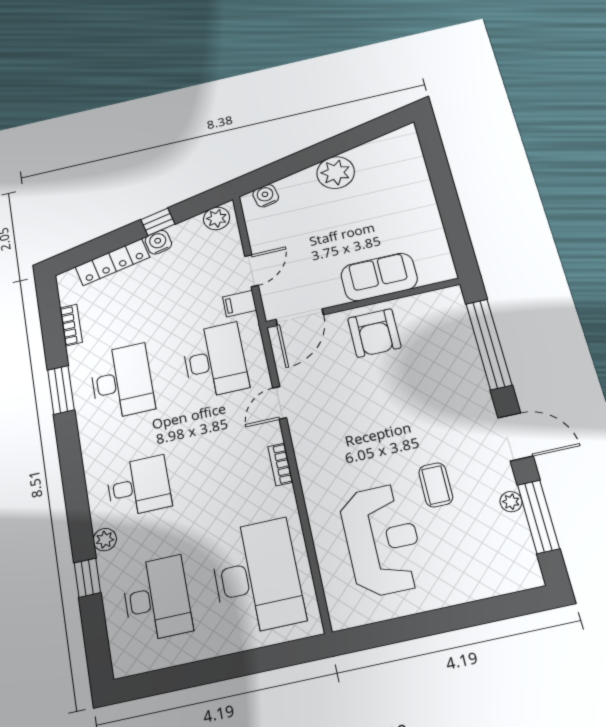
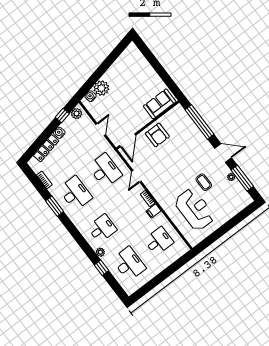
plant: (336, 173) -> (101, 88), moved
window: (158, 222) -> (62, 116), moved
sofa: (379, 277) -> (160, 104), moved
filing cabinet: (240, 304) -> (154, 211), moved
desk: (257, 577) -> (159, 241), width x0.53, depth x0.77

